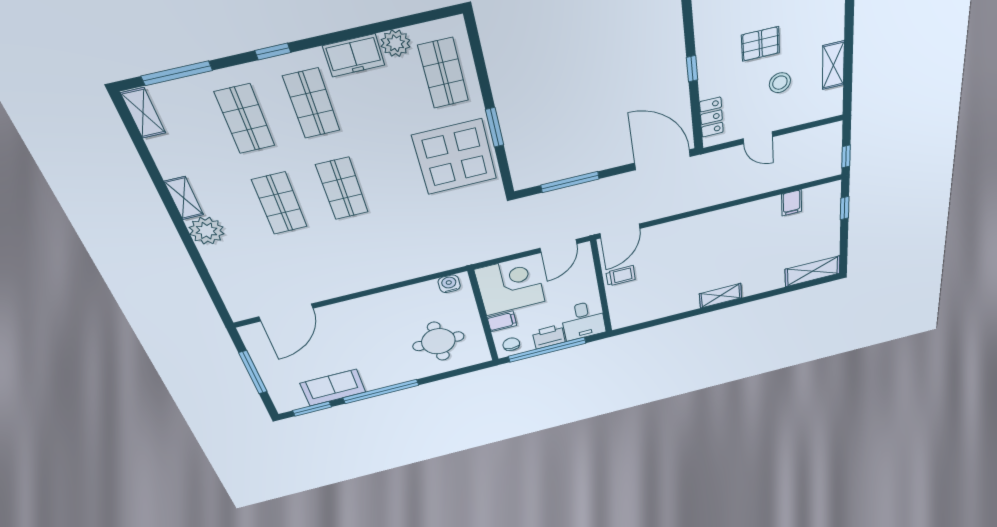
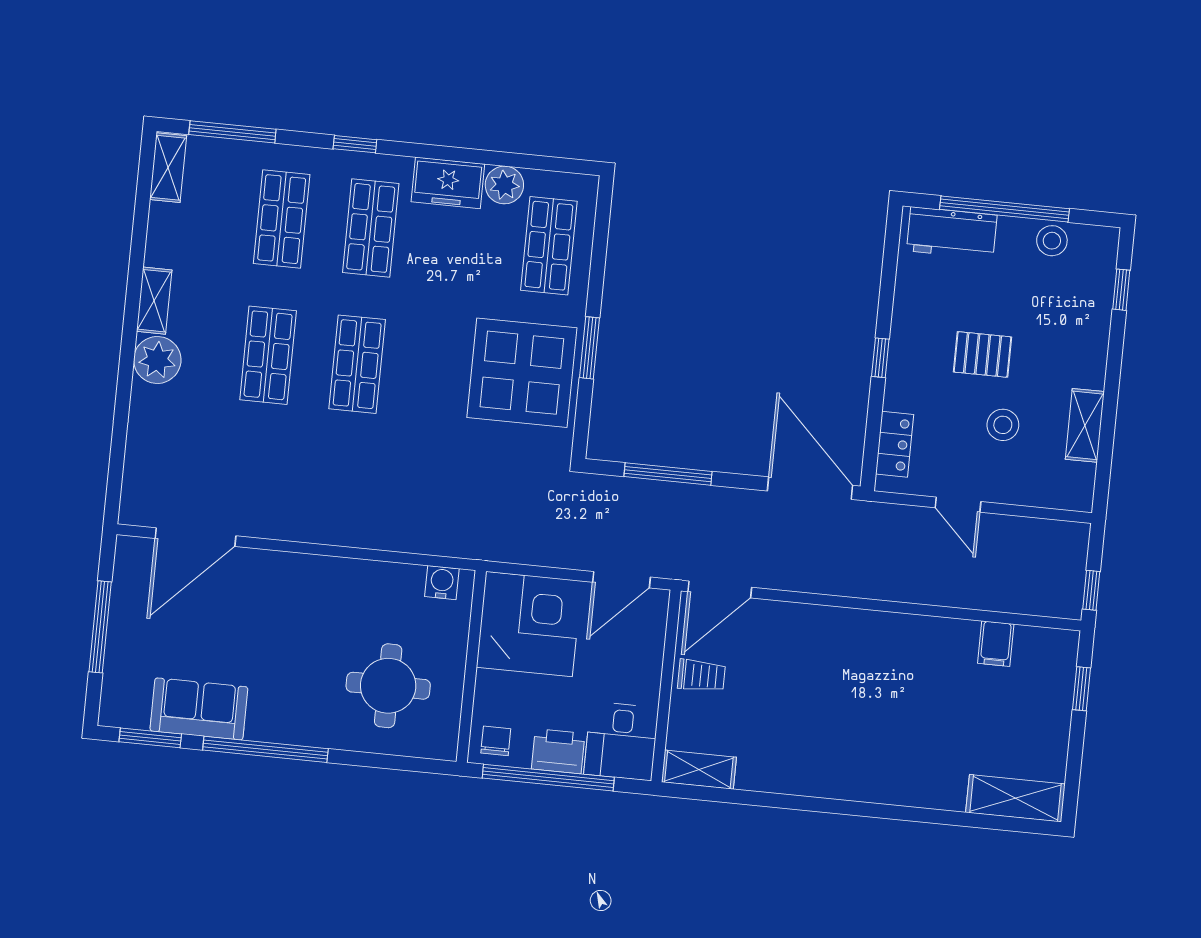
shelving: (721, 296) -> (699, 770), moved
filing cabinet: (502, 321) -> (496, 688), removed

